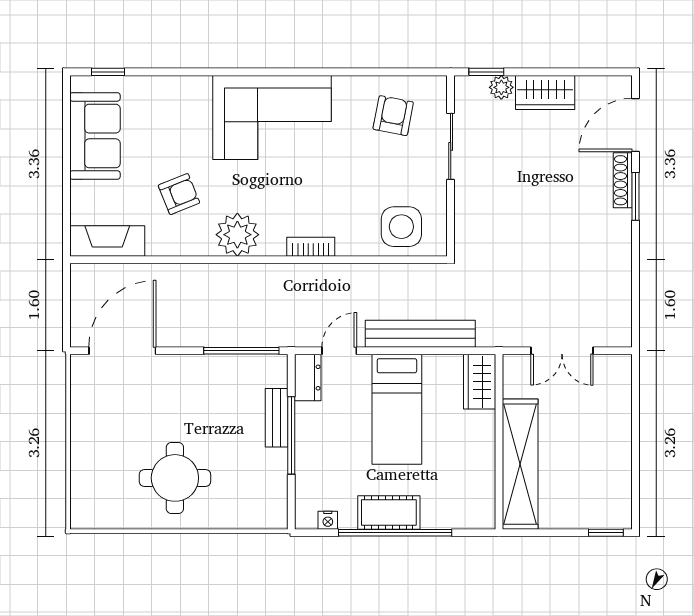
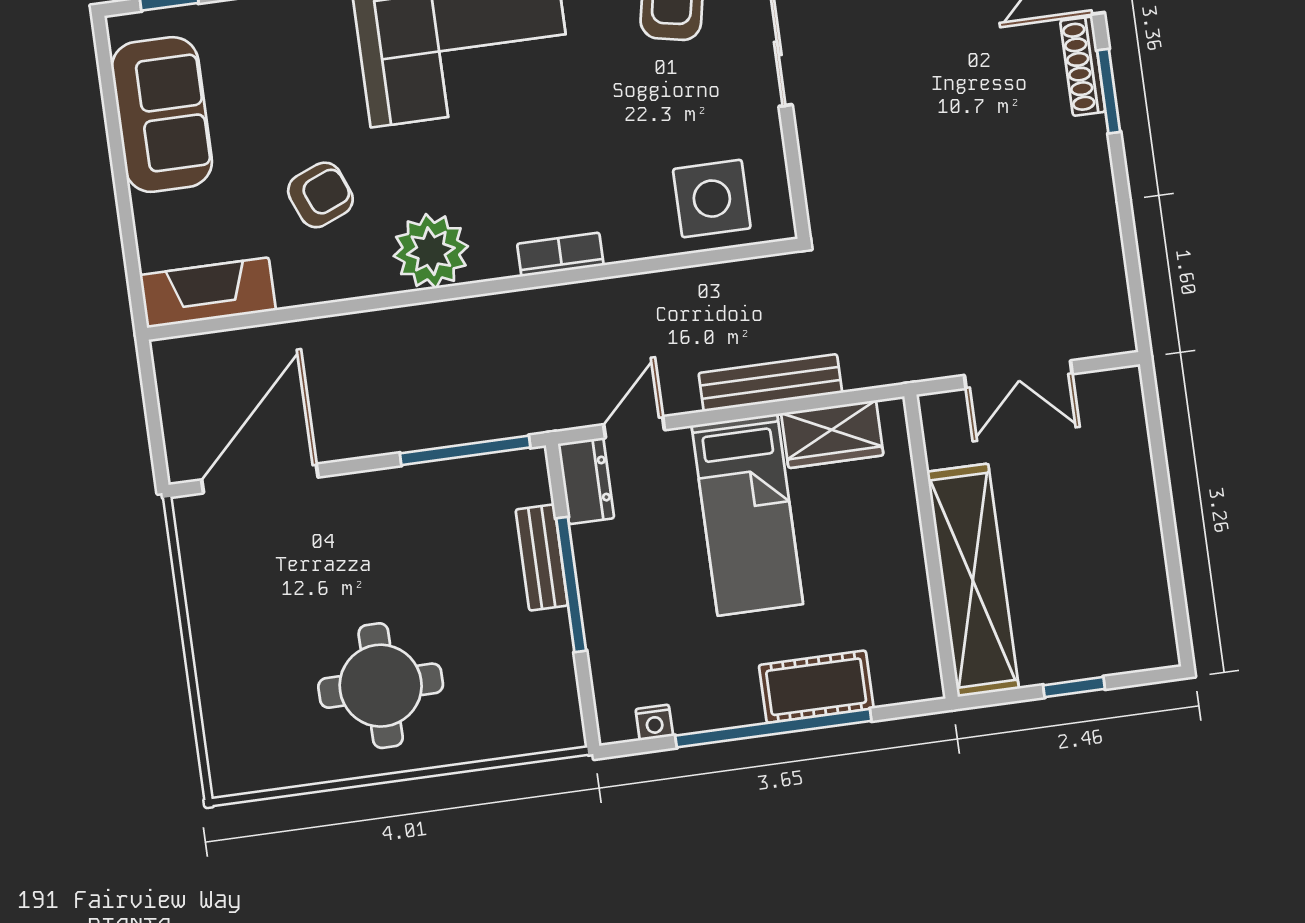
bench: (420, 334) -> (770, 383), width x0.73, depth x0.82
wardrobe: (480, 382) -> (832, 434), moved, turned -90
cot: (389, 513) -> (816, 687), moved
window: (606, 533) -> (1074, 687), moved

